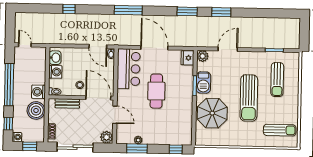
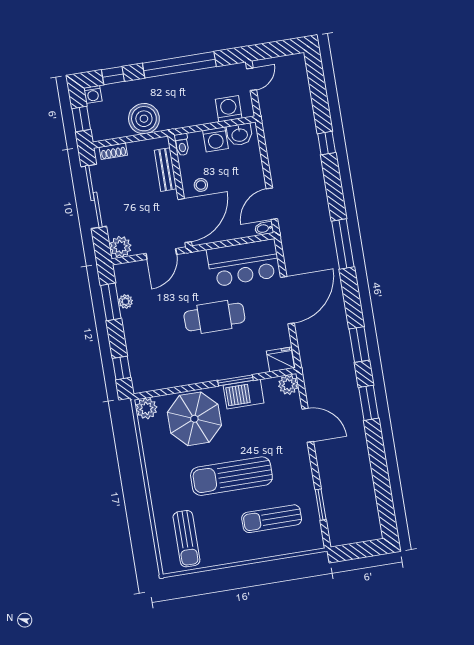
washing machine: (39, 92) -> (229, 109), moved
plant: (201, 139) -> (146, 408), added

